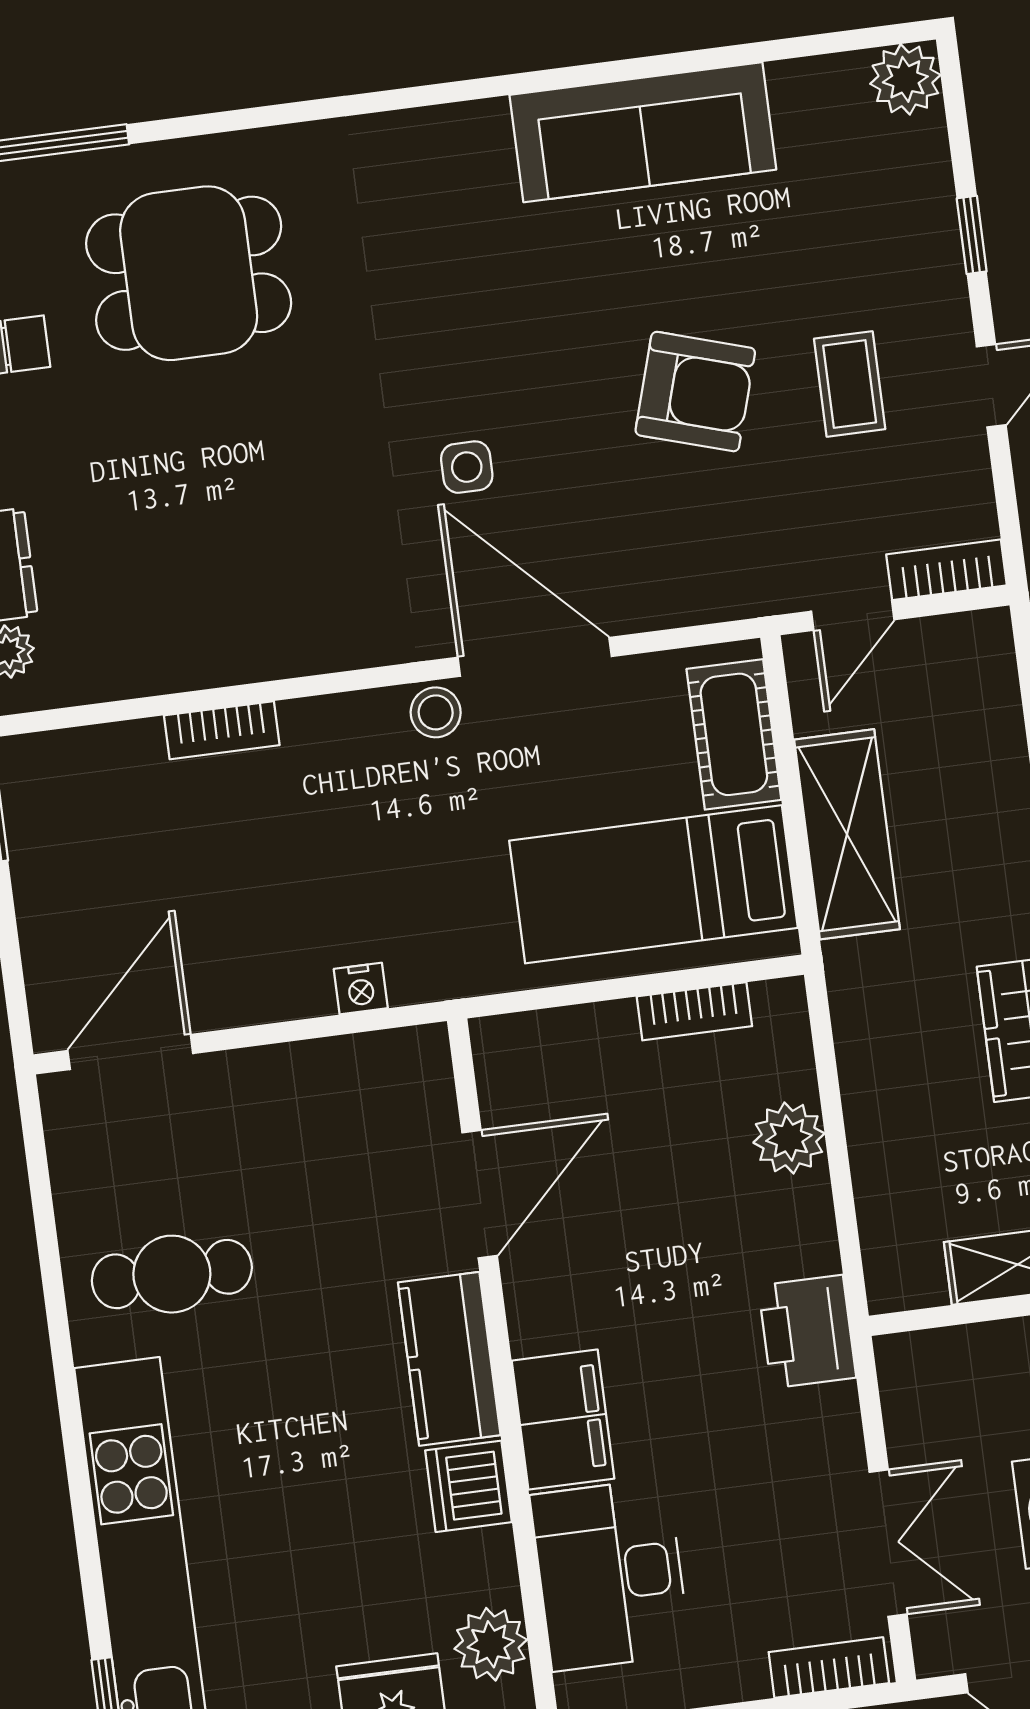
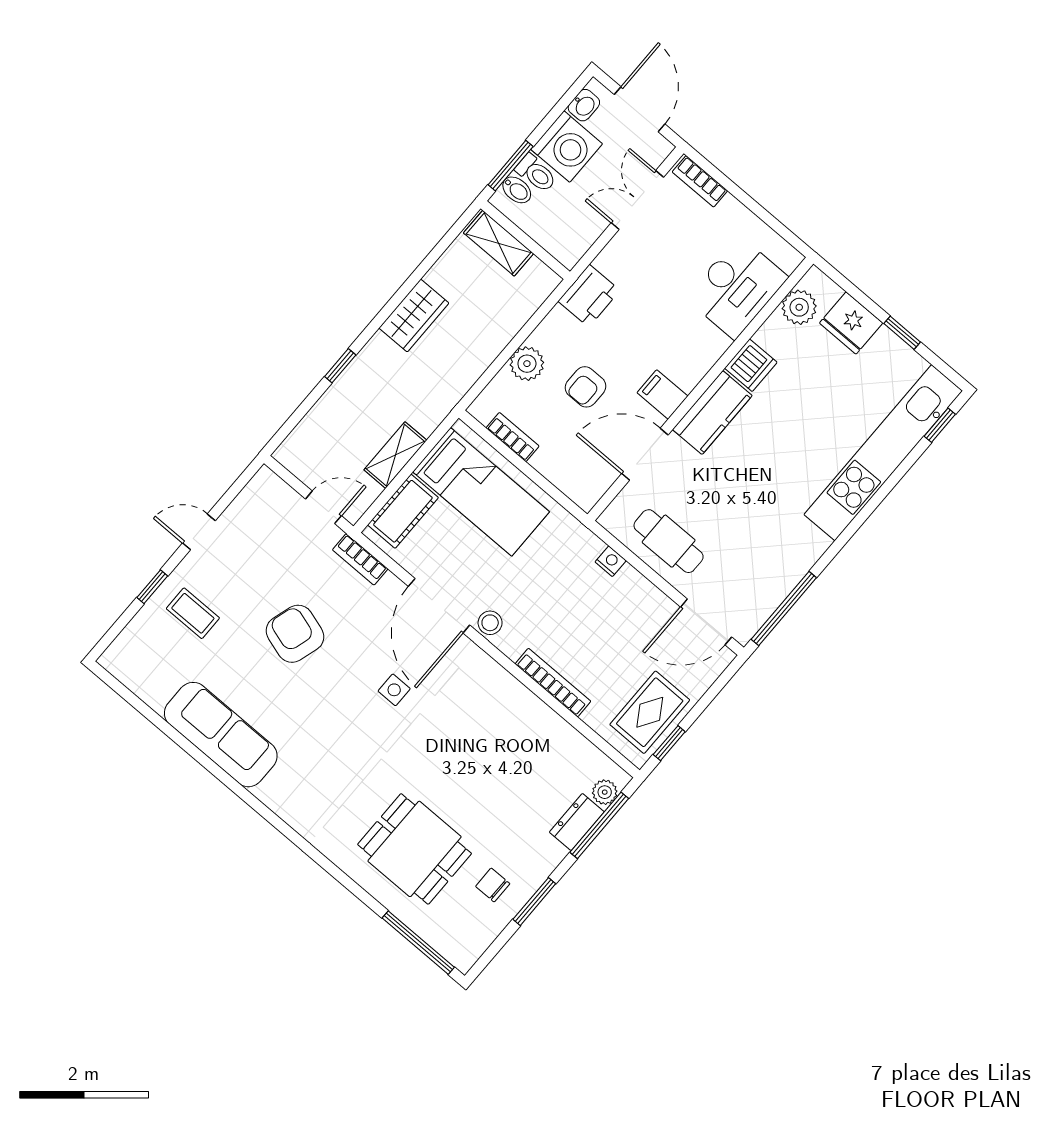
plant: (905, 79) -> (119, 659), removed
coffee table: (850, 384) -> (193, 613), moved, turned 90
bookcase: (947, 570) -> (360, 559), moved
bookcase: (222, 730) -> (553, 683), width x1.56
shelving: (847, 834) -> (395, 455), width x0.67, depth x0.75
rug: (69, 835) -> (650, 712), added
window: (41, 1193) -> (784, 608), added
armchair: (669, 1197) -> (586, 387), added
cafe table: (172, 1274) -> (669, 541), moved
filing cabinet: (563, 1420) -> (662, 394), moved, width x0.50

